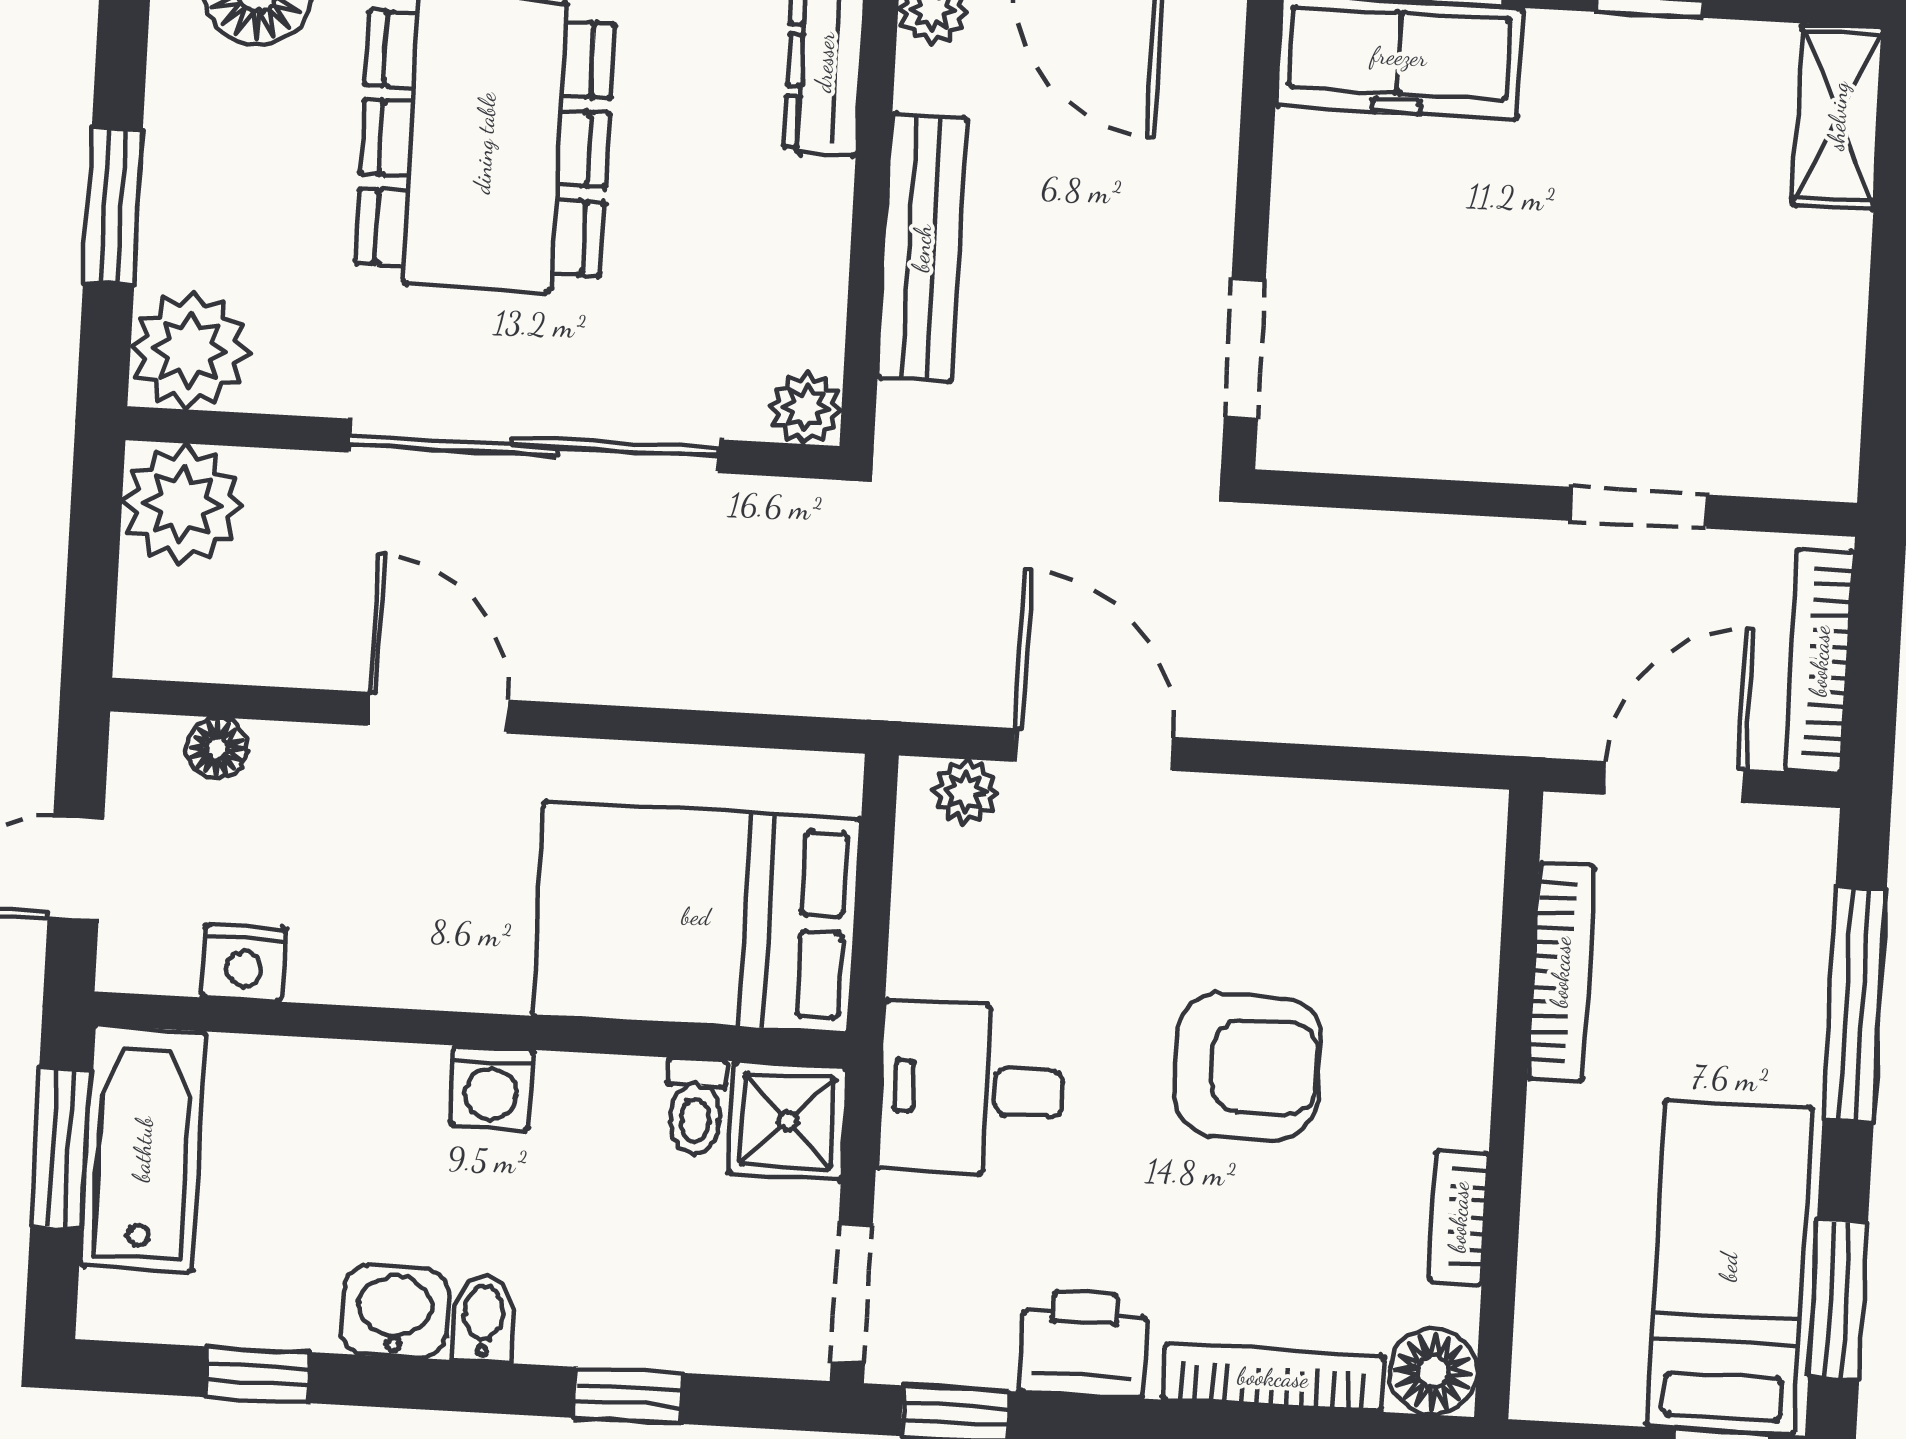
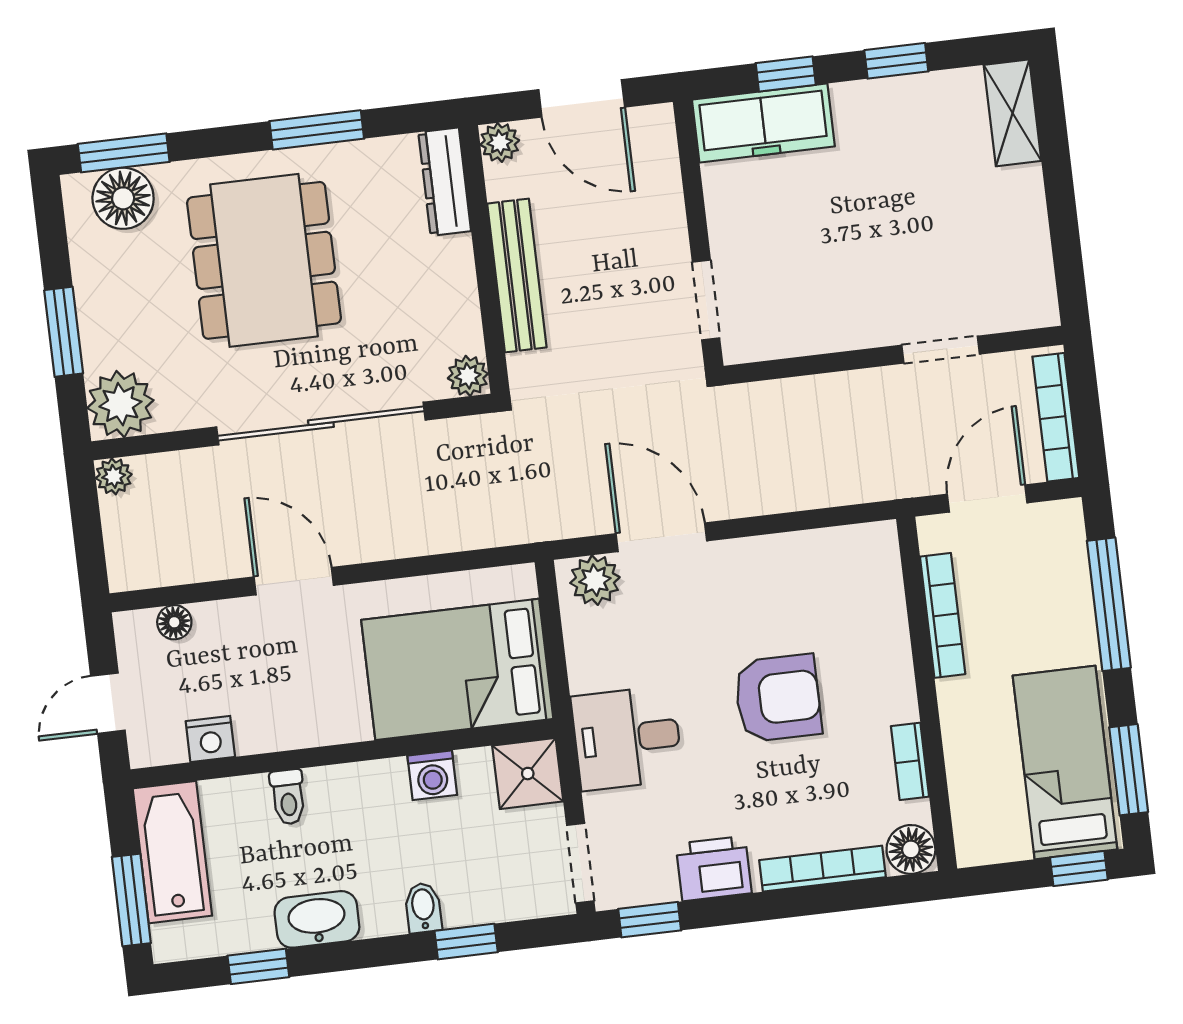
plant: (182, 504) -> (114, 476), width x0.53, depth x0.53
plant: (965, 792) -> (595, 580), width x1.38, depth x1.38
washing machine: (491, 1087) -> (432, 775), moved
toilet: (695, 1107) -> (288, 797), moved
window: (60, 1148) -> (131, 900), moved
washbasin: (395, 1312) -> (317, 919), width x1.38
bidet: (484, 1319) -> (423, 908), moved

